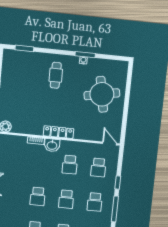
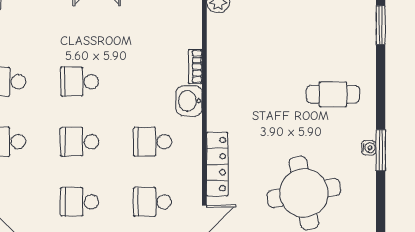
locker: (58, 132) -> (217, 164), moved

